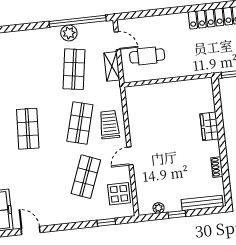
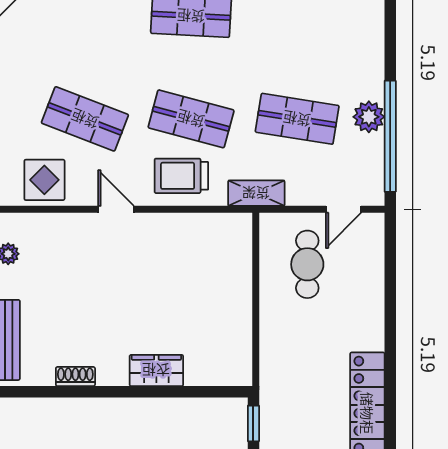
shelving: (112, 66) -> (256, 193), moved
trolley: (109, 125) -> (181, 176), turned 180

